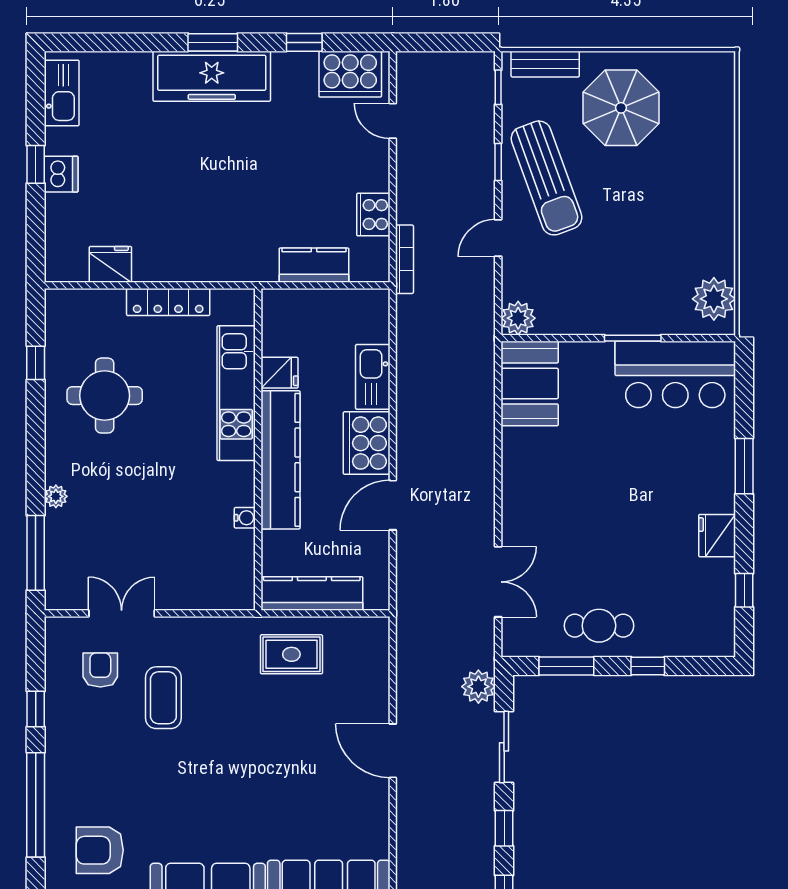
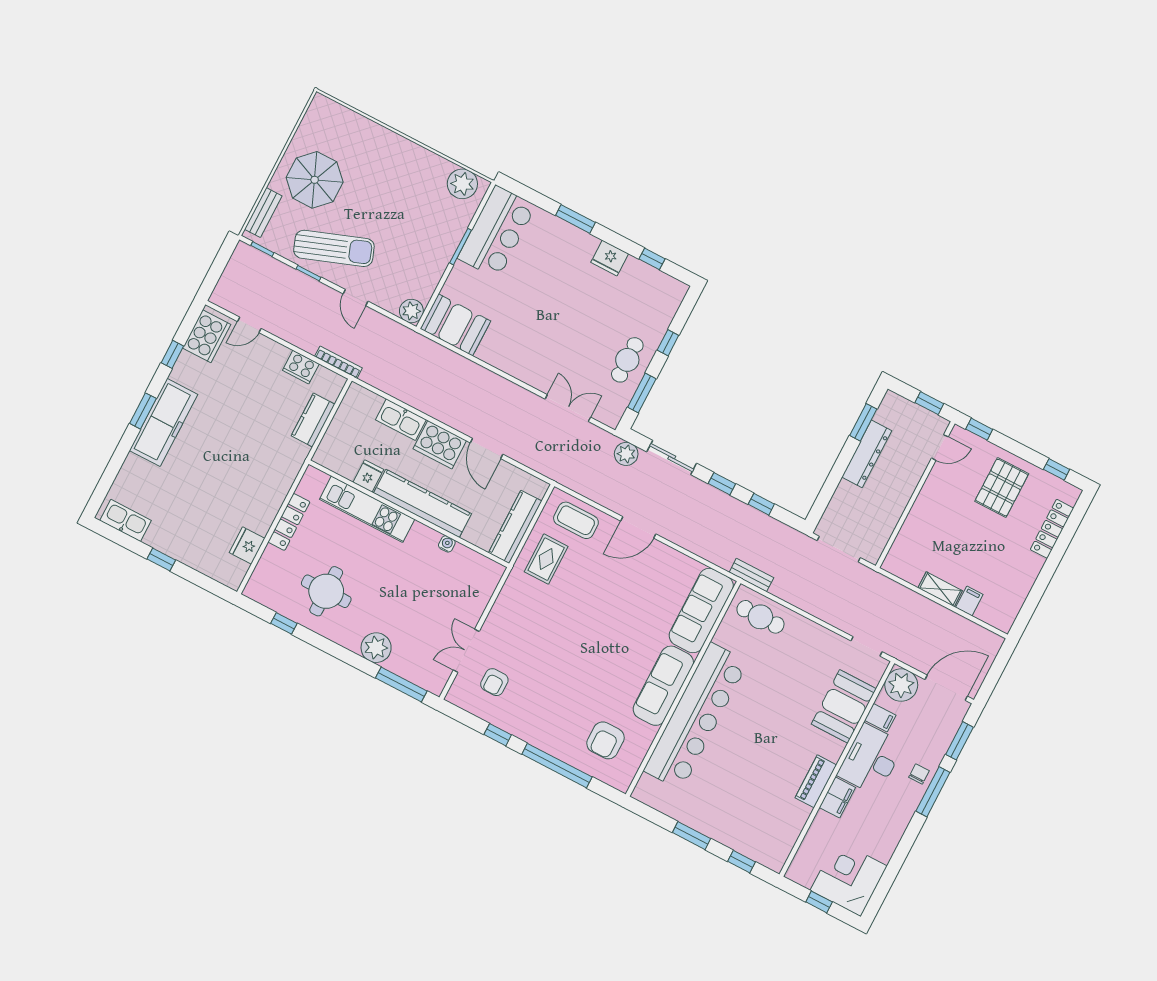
dishwasher: (61, 174) -> (176, 547), removed
plant: (56, 496) -> (376, 648), width x1.88, depth x1.88
armchair: (100, 670) -> (494, 682), turned -90
coffee table: (163, 698) -> (576, 520), moved

